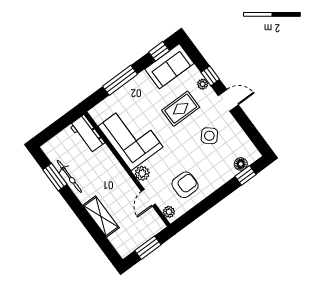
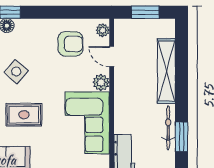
armchair: (185, 185) -> (70, 44), turned 180
door: (148, 198) -> (112, 57), swing flipped
shelving: (101, 217) -> (166, 71), width x1.47

